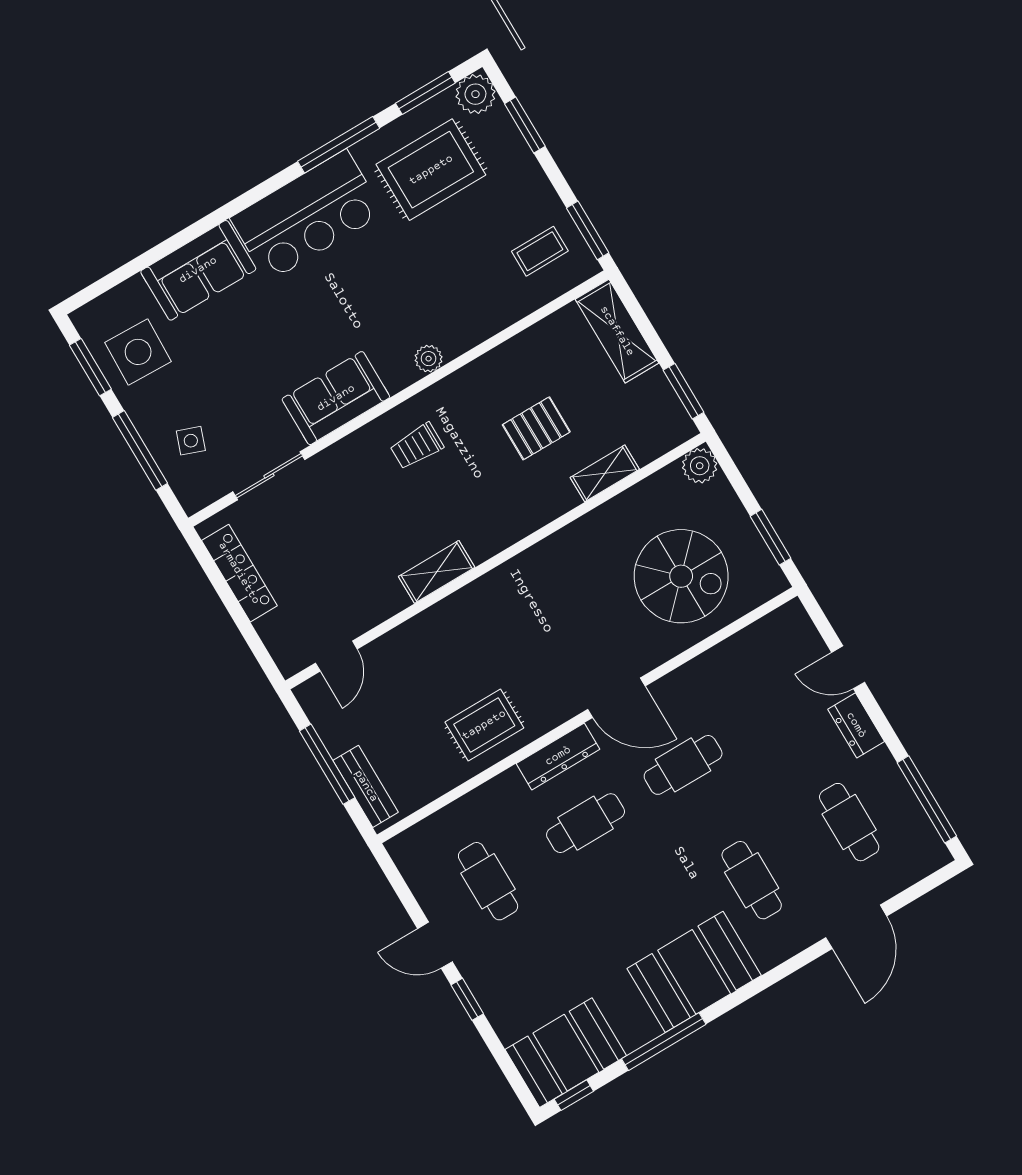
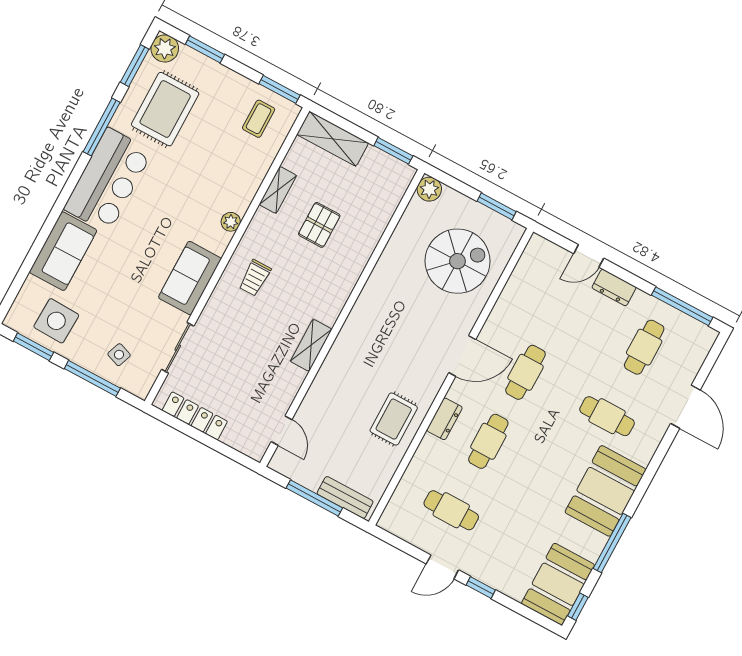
shelving: (605, 473) -> (278, 190), moved
dresser: (558, 756) -> (445, 419), width x0.70
cafe table: (849, 822) -> (644, 347), turned 90

